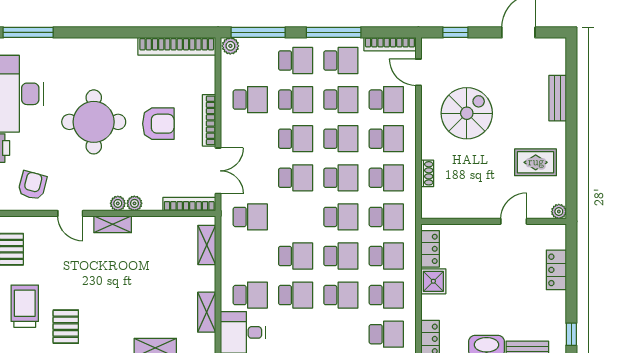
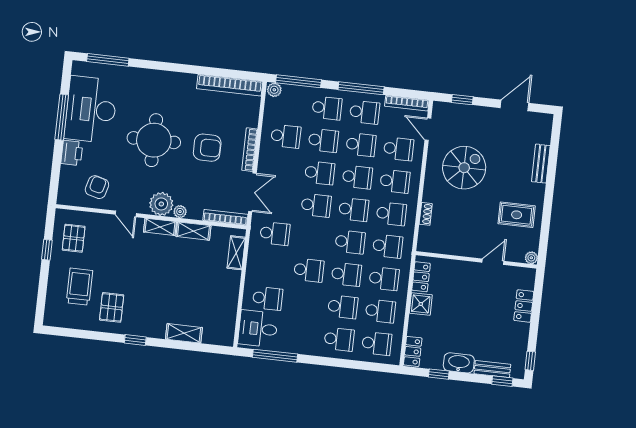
plant: (118, 203) -> (161, 204), width x1.88, depth x1.88
school desk: (296, 295) -> (339, 339), moved
shelving: (207, 312) -> (193, 231), moved, turned 90

